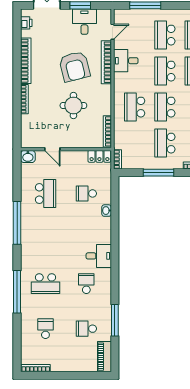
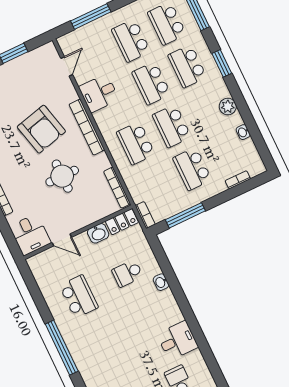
desk: (84, 22) -> (30, 235), moved, turned 180
bookcase: (106, 62) -> (87, 127), moved
washbasin: (28, 157) -> (98, 233), moved
window: (159, 173) -> (185, 215), moved

